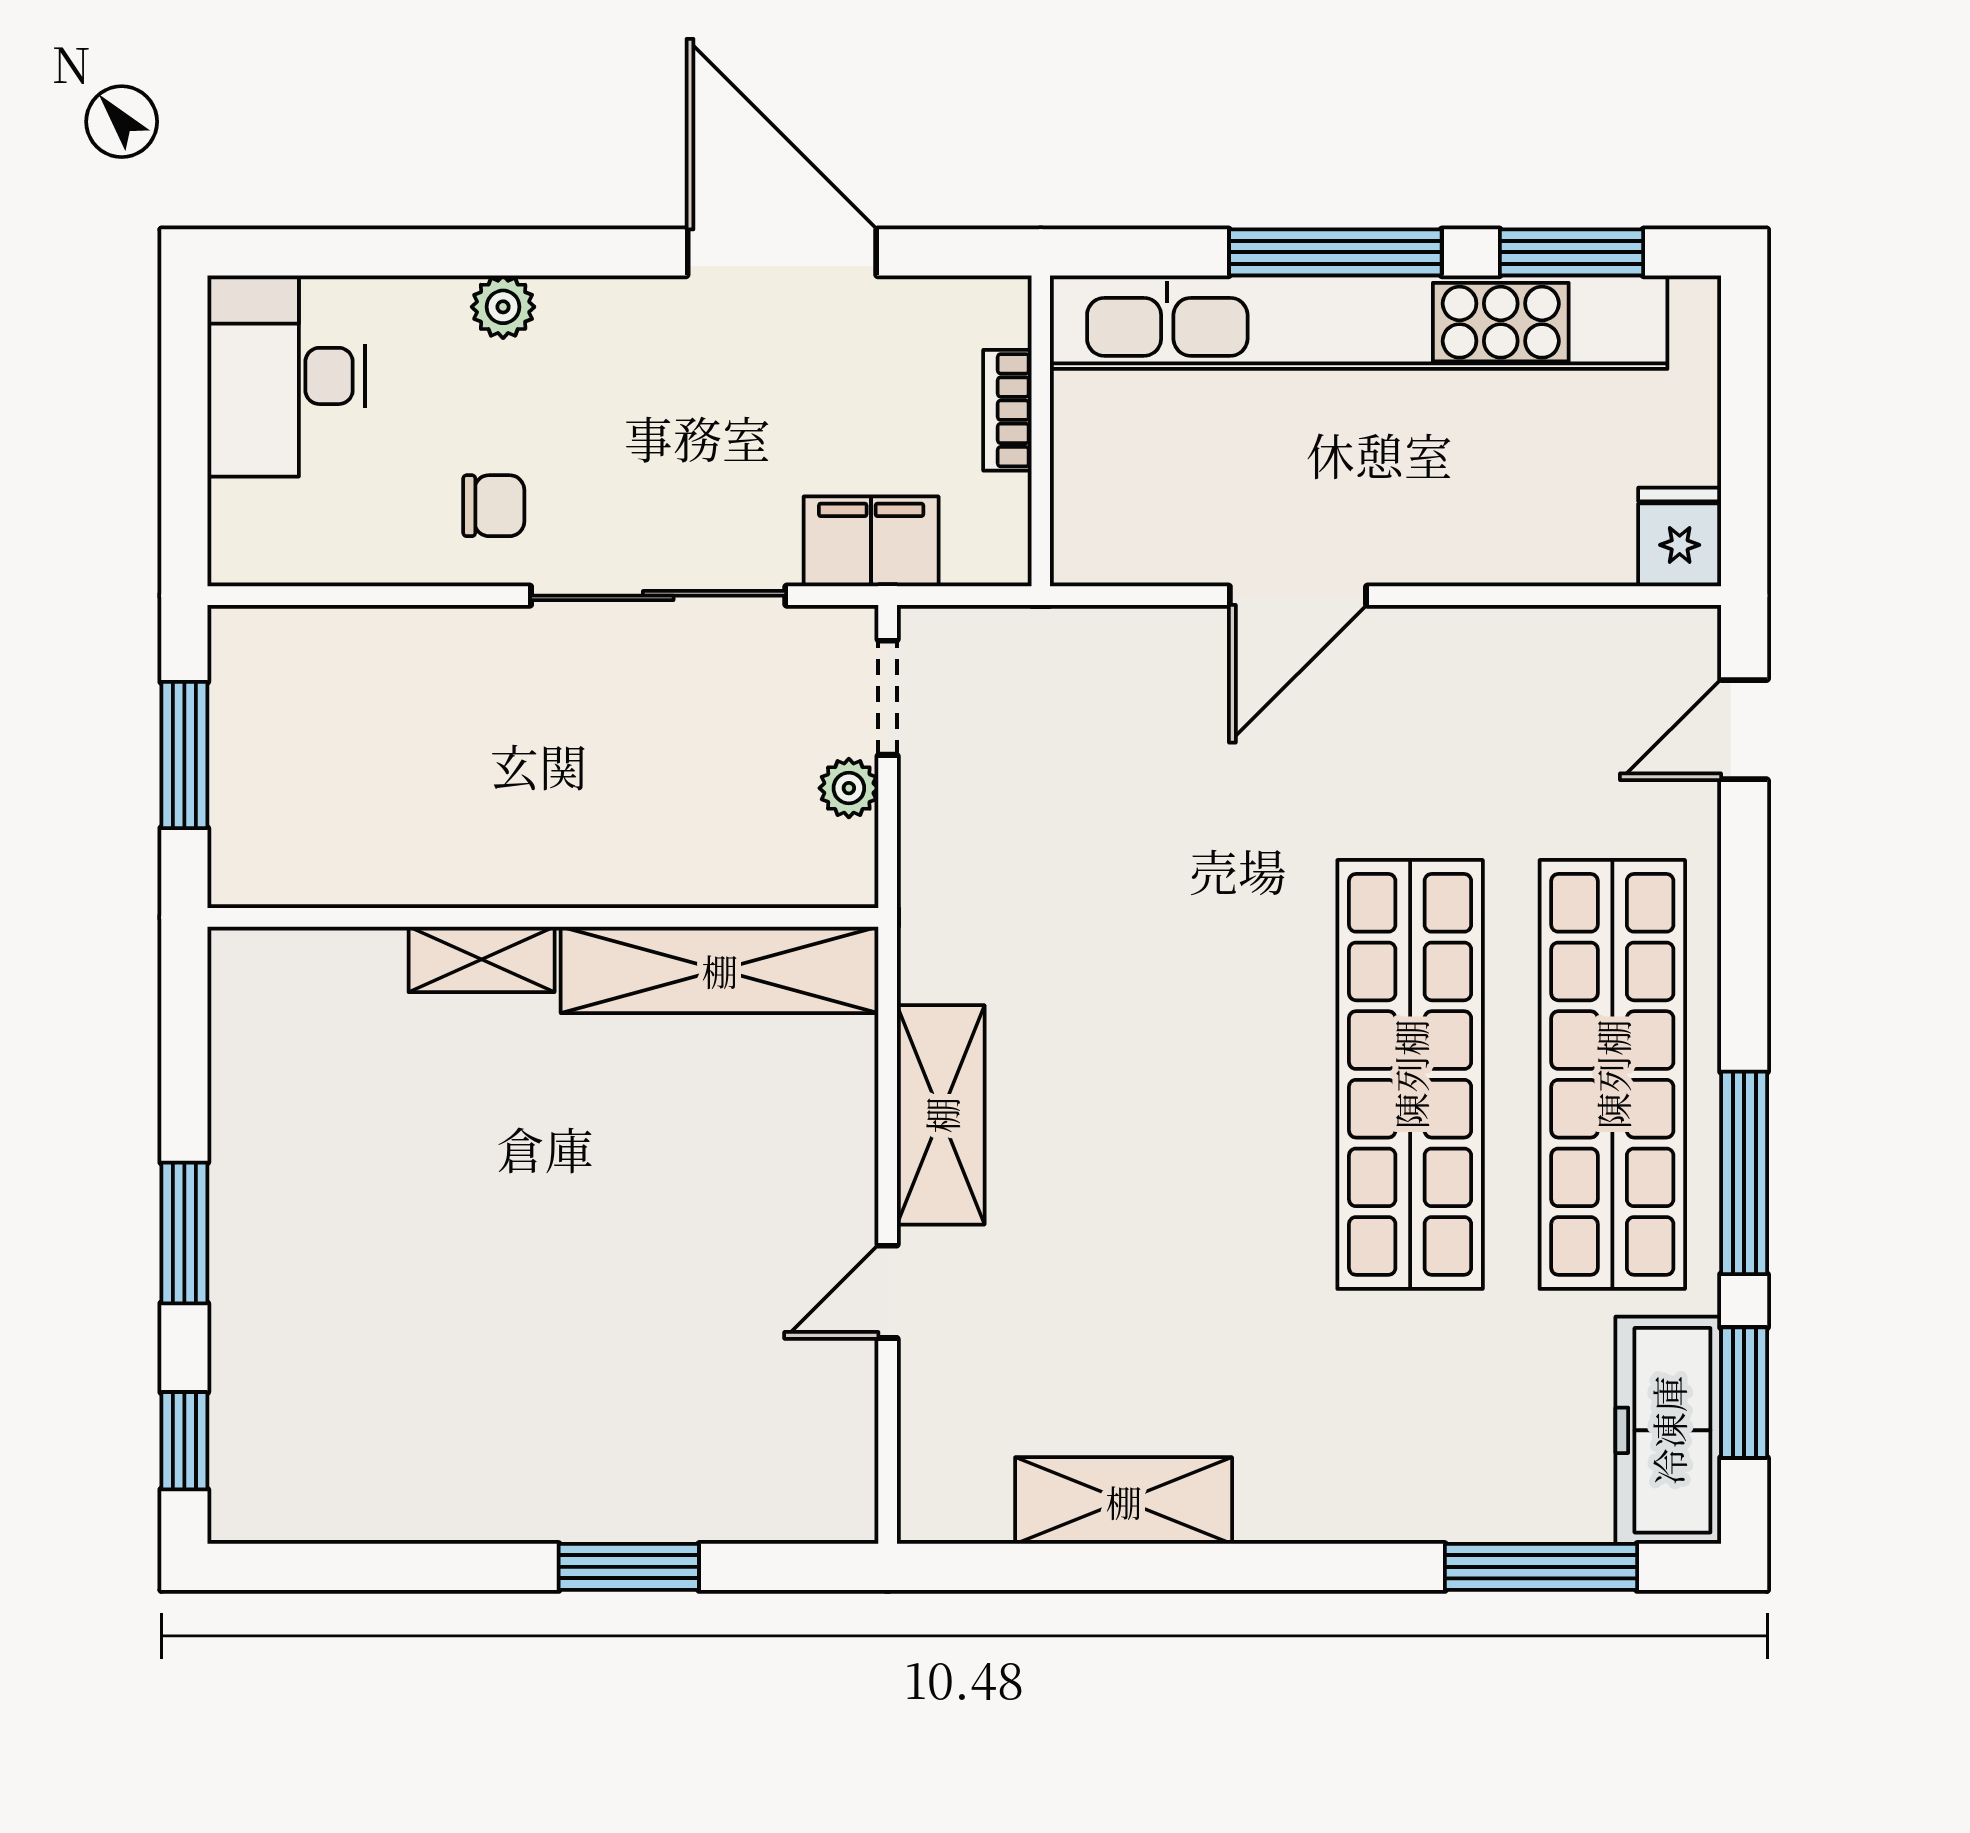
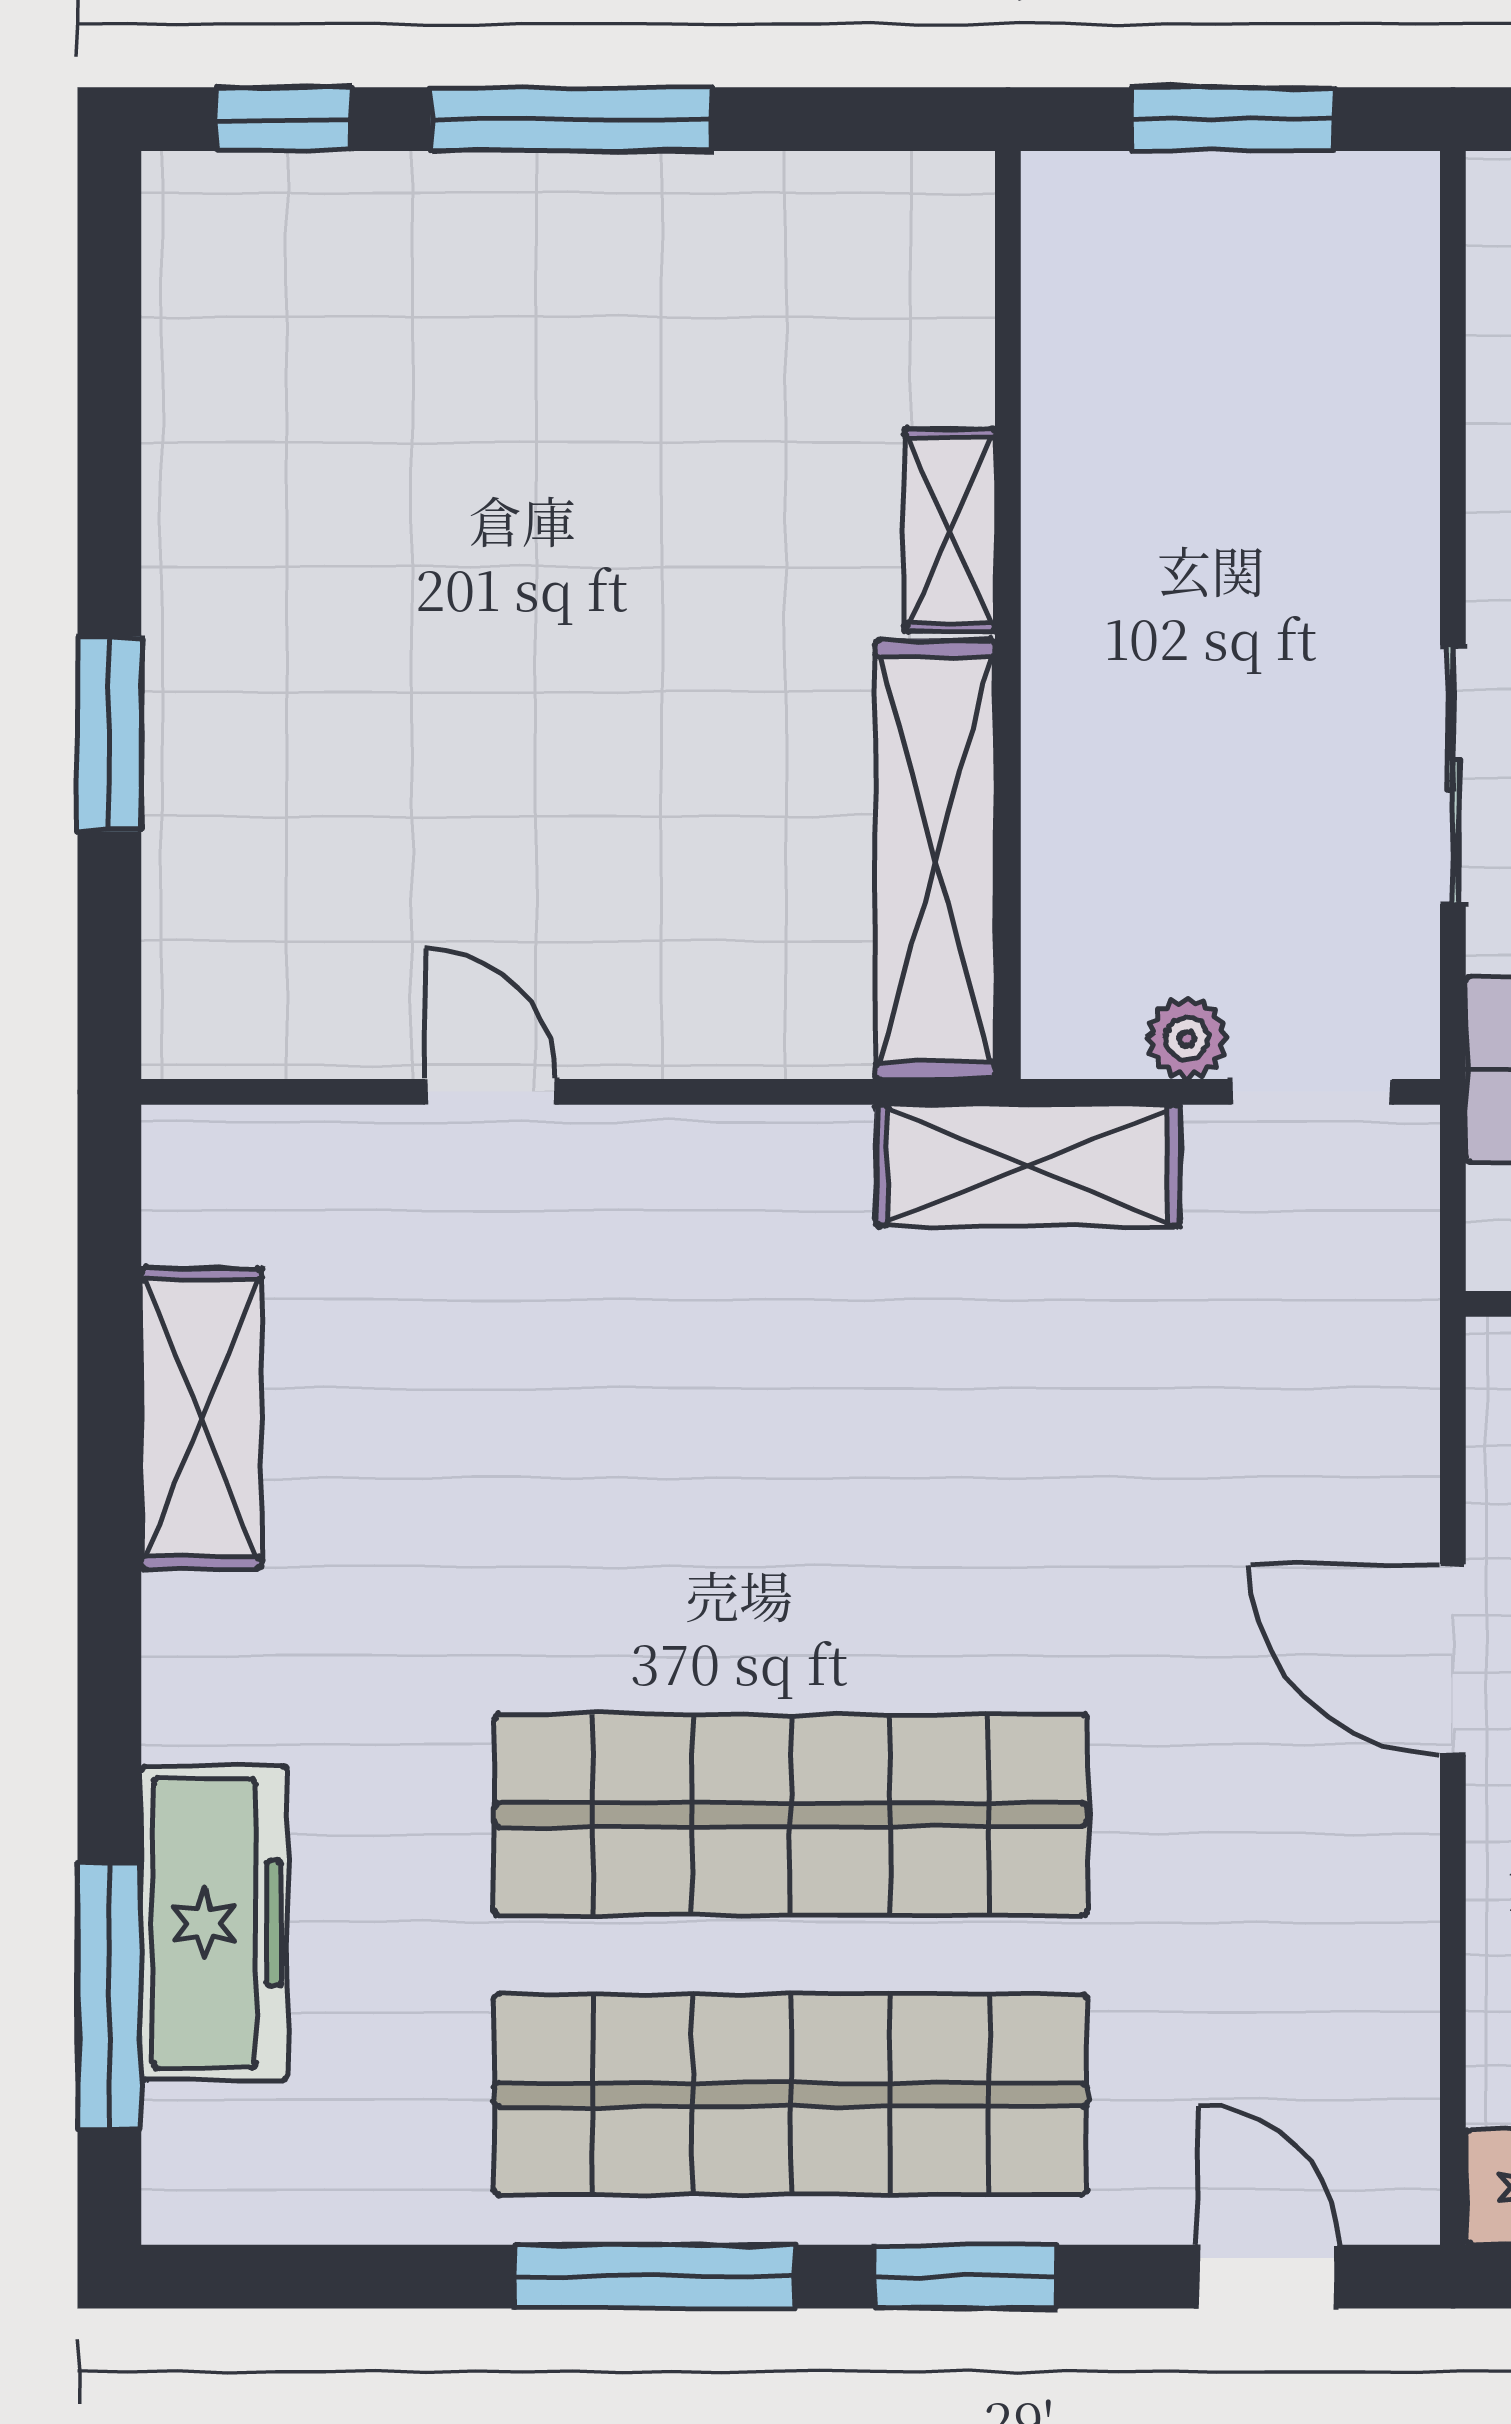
sliding door: (658, 596) -> (1453, 775), width x0.73
shelving: (941, 1115) -> (1028, 1165), moved
window: (184, 1233) -> (571, 119), width x1.44
window: (1744, 1393) -> (965, 2277), moved
freezer: (1668, 1430) -> (214, 1923), moved, turned 90

